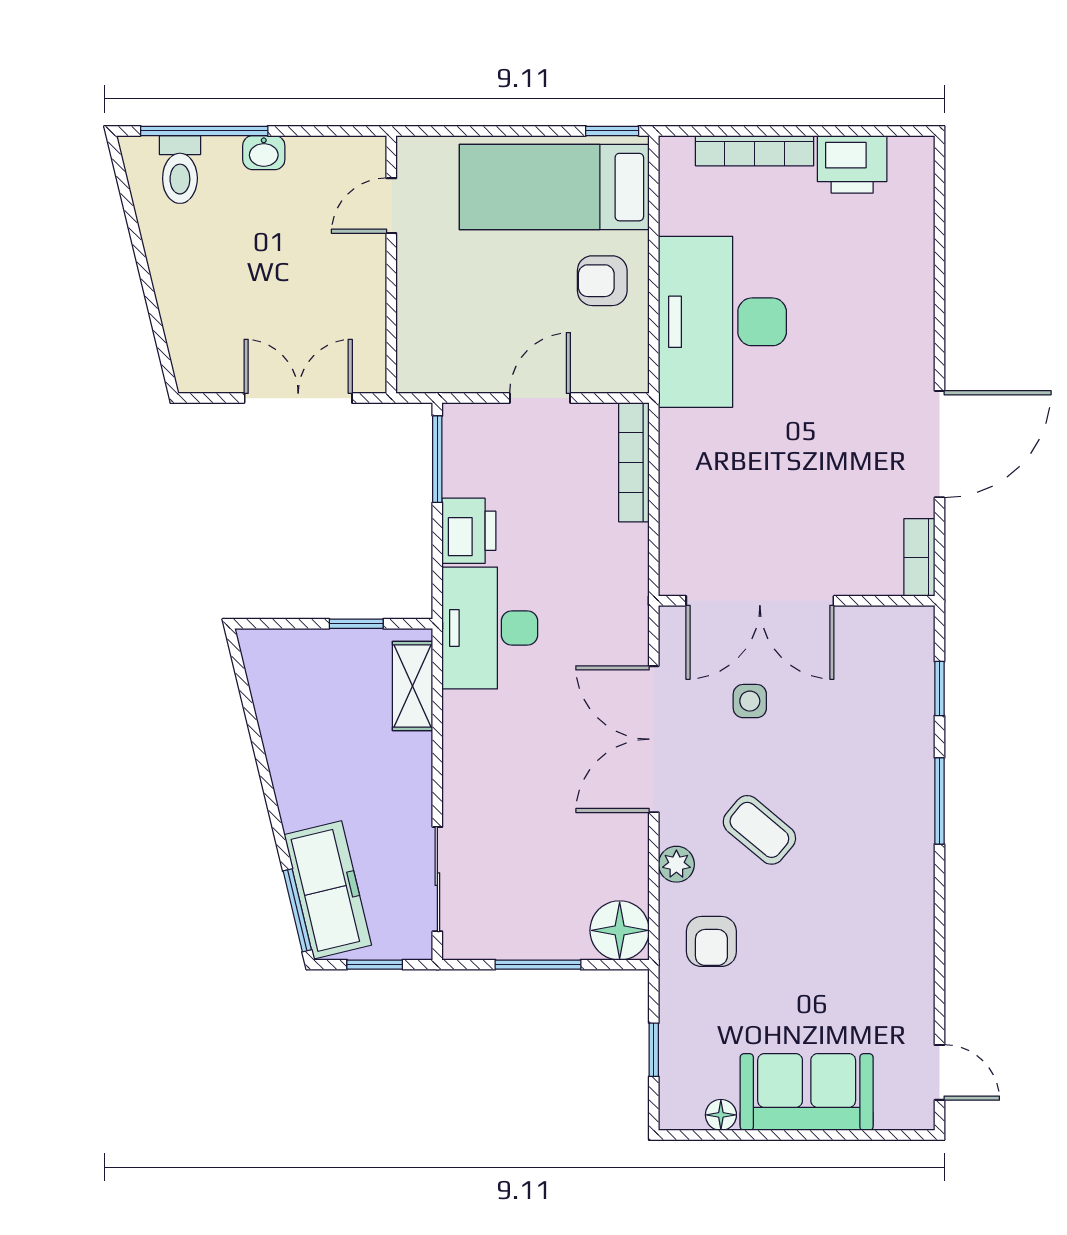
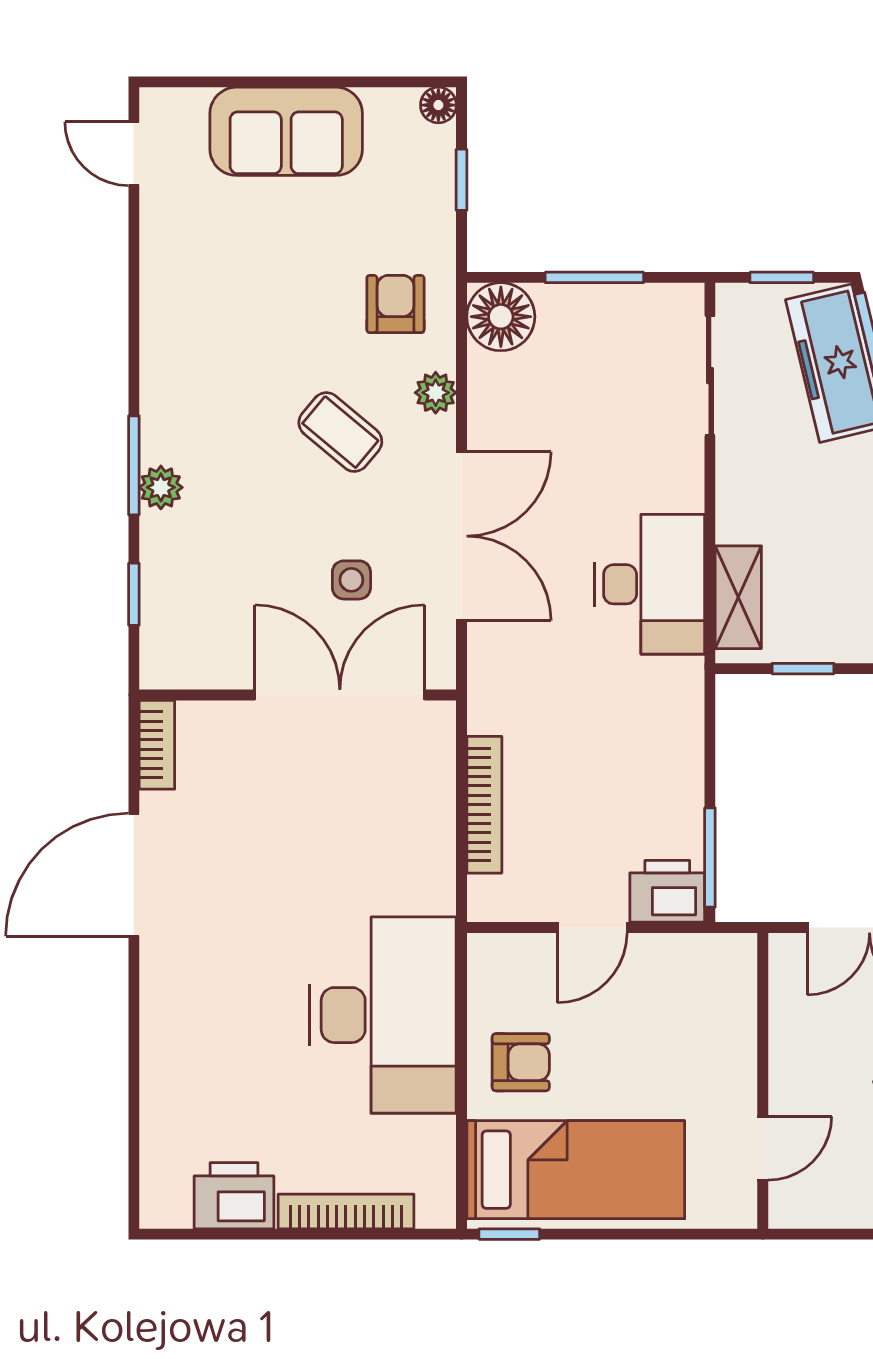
bookcase: (634, 462) -> (484, 805), moved
printer: (469, 531) -> (667, 891), moved, turned 90
desk: (490, 628) -> (650, 584), moved
plant: (916, 782) -> (161, 487), added
floor lamp: (721, 1115) -> (438, 105), moved

